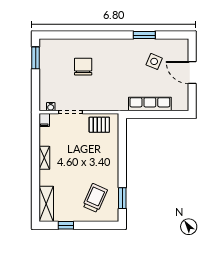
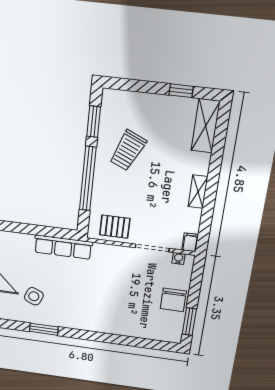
chair: (83, 67) -> (173, 300), moved
row of seats: (150, 104) -> (63, 247), moved
window: (122, 158) -> (88, 179), added
trolley: (95, 198) -> (128, 150), moved

